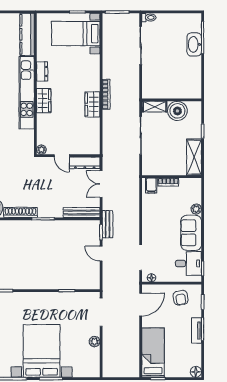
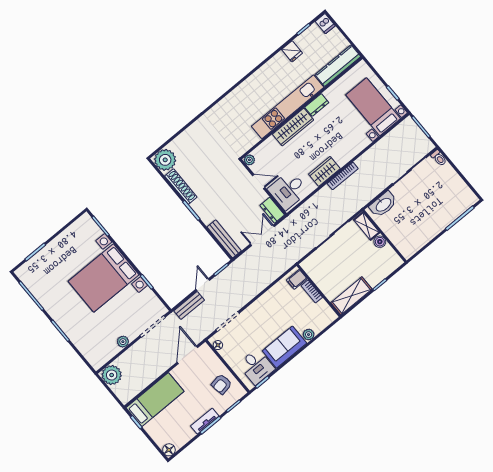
washbasin: (194, 44) -> (383, 204), moved, turned 180
wardrobe: (44, 101) -> (293, 127), width x1.50
boiler: (177, 111) -> (380, 242), width x0.54, depth x0.54
desk: (85, 140) -> (288, 190), added
door: (62, 156) -> (259, 182), swing flipped
dresser: (85, 163) -> (272, 210), width x0.70
bench: (108, 224) -> (189, 305), moved
door: (141, 305) -> (187, 355), swing flipped
bed with nightstands: (42, 351) -> (104, 278), moved, turned 180
plant: (111, 369) -> (112, 375), added

